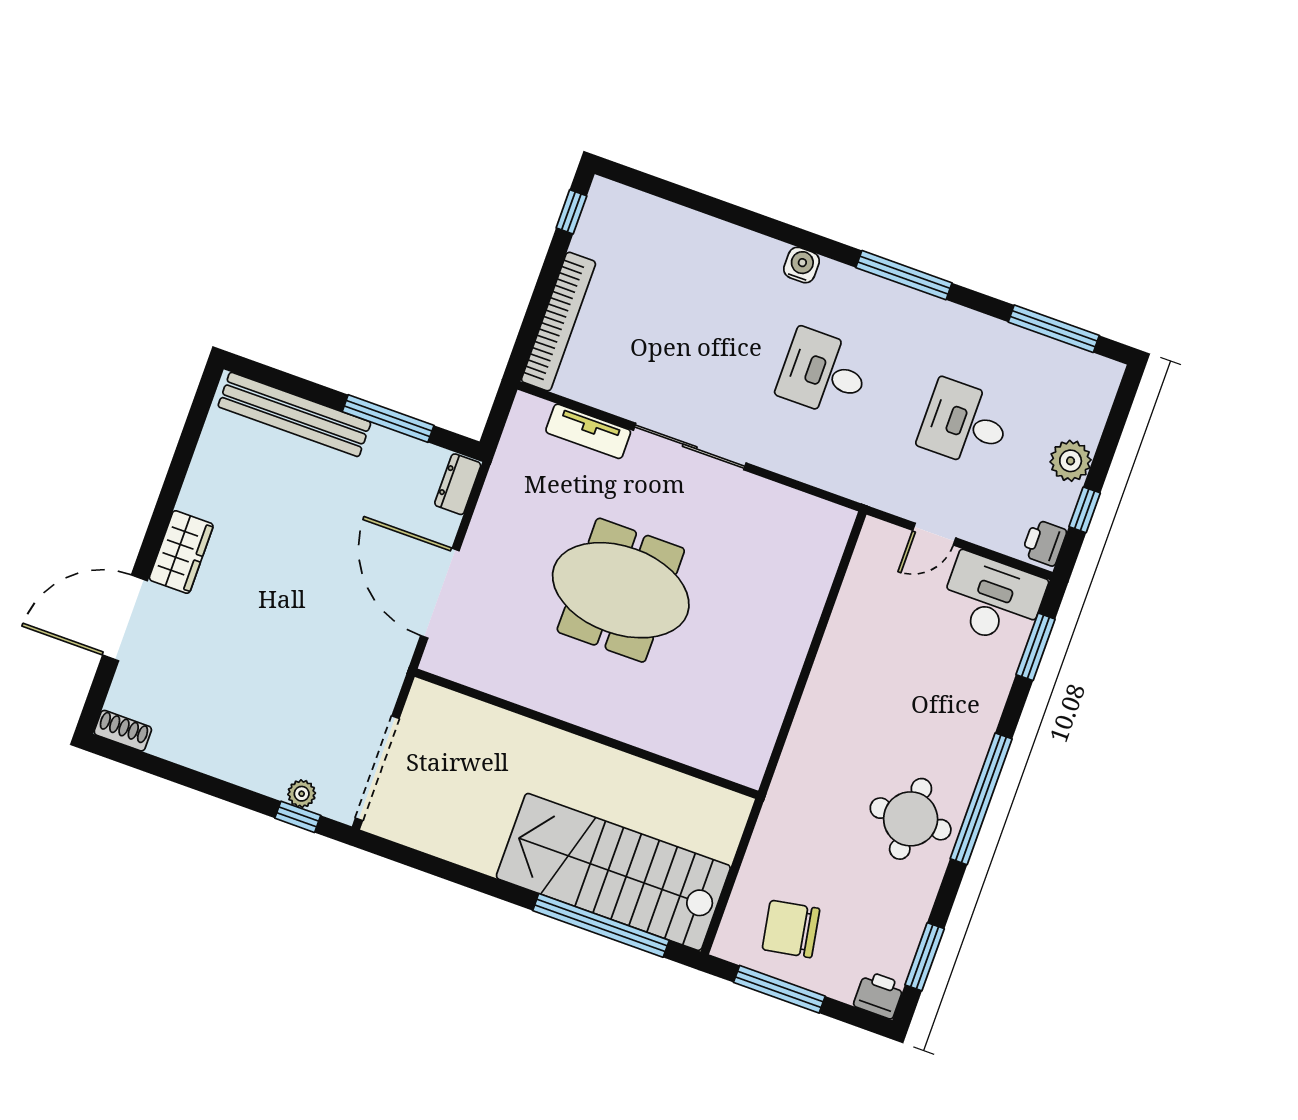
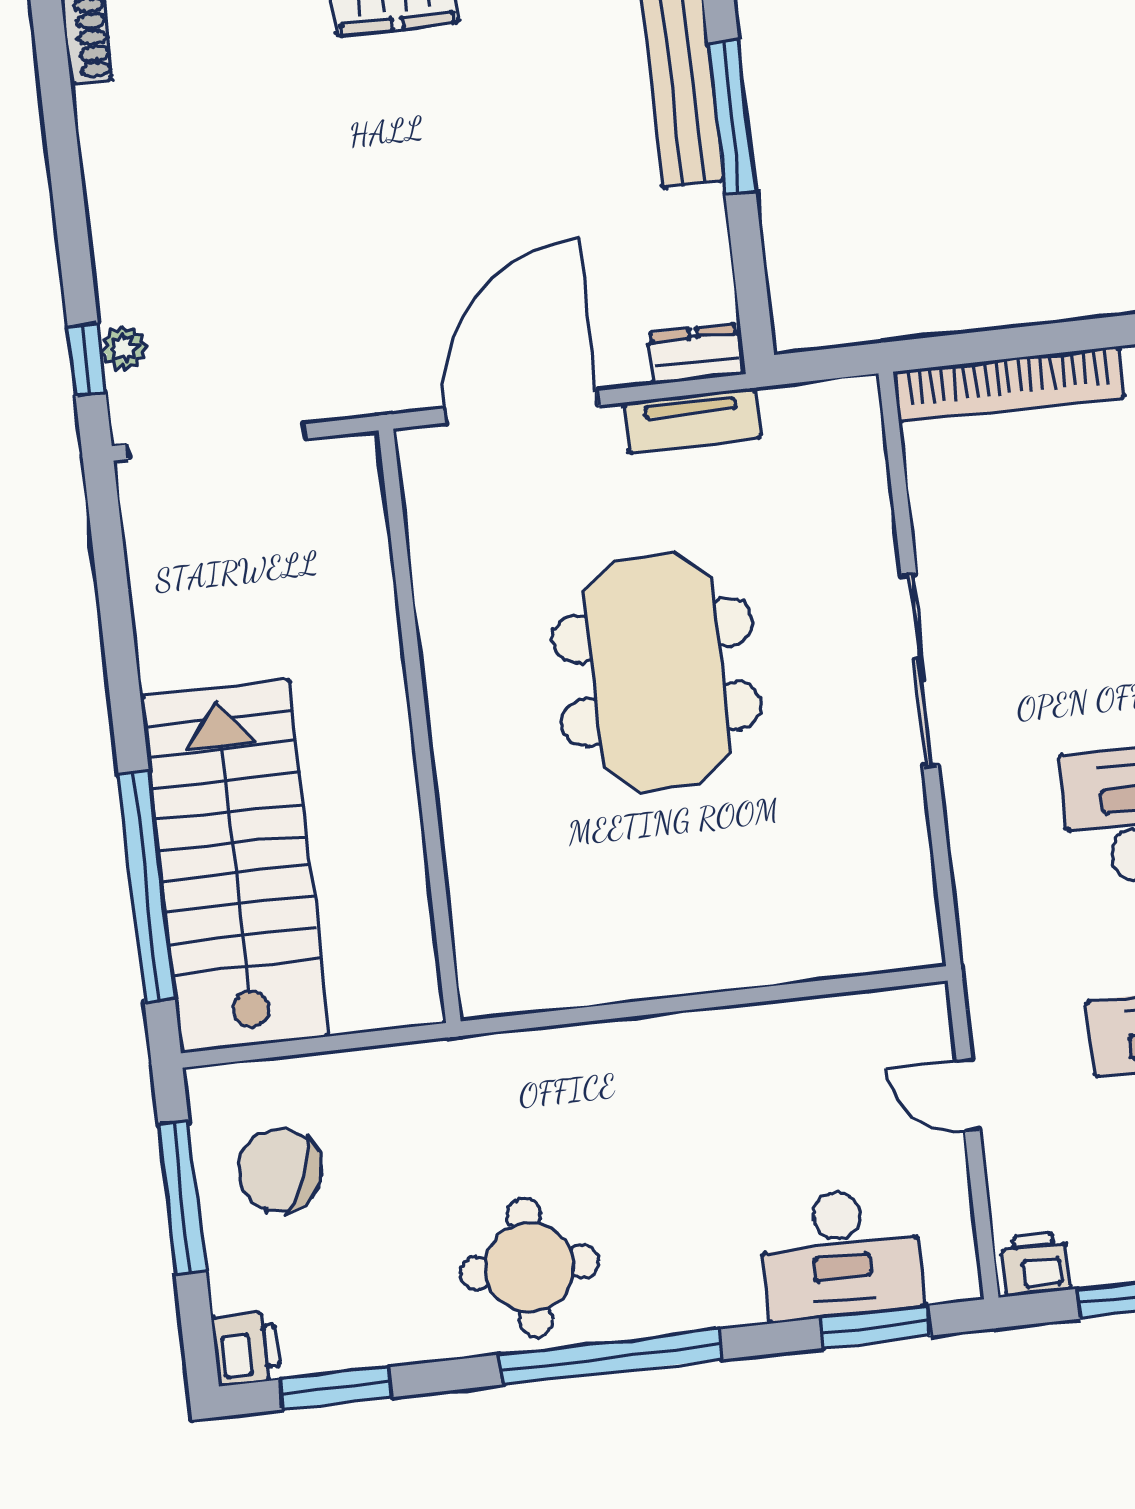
window: (388, 418) -> (732, 117), moved
tv unit: (588, 431) -> (692, 420), moved, turned -90
desk: (993, 599) -> (841, 1254), moved, turned 90
chair: (791, 929) -> (280, 1170), turned -59

